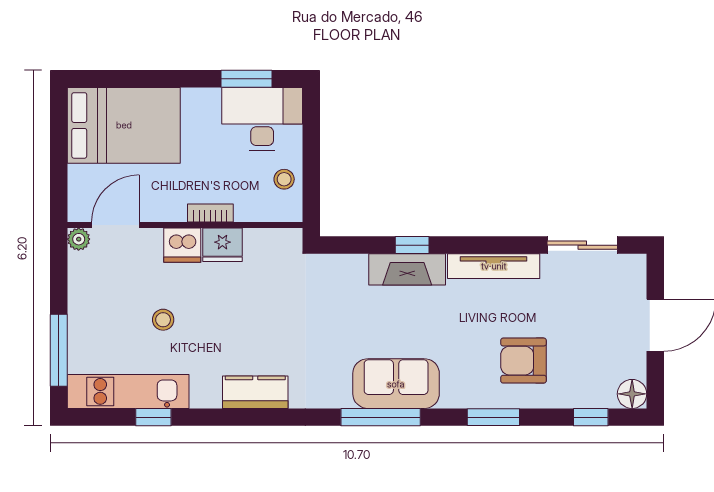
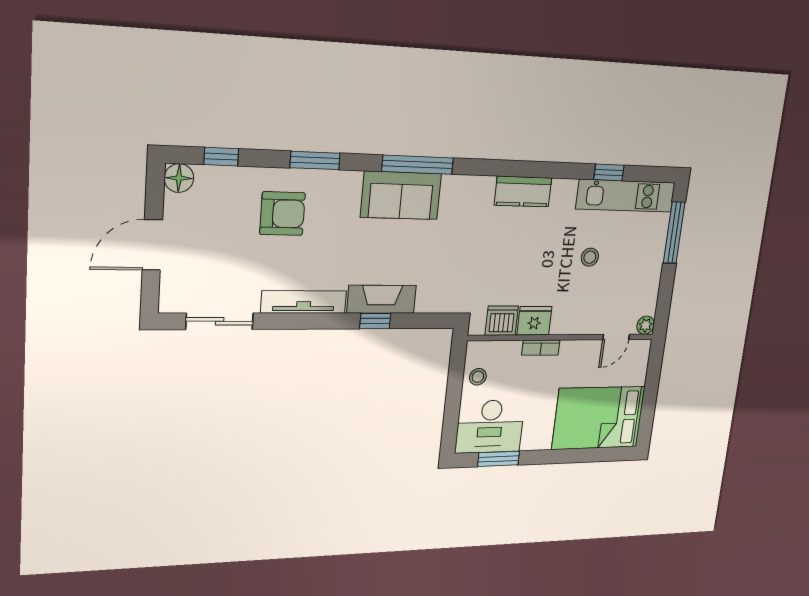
door: (115, 225) -> (616, 337), width x0.73
dishwasher: (182, 245) -> (502, 321), moved

